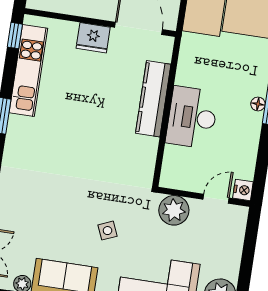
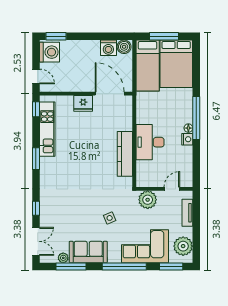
kitchen counter: (153, 99) -> (125, 154), moved
nightstand: (243, 190) -> (187, 139), moved
tv unit: (235, 241) -> (187, 213), added

